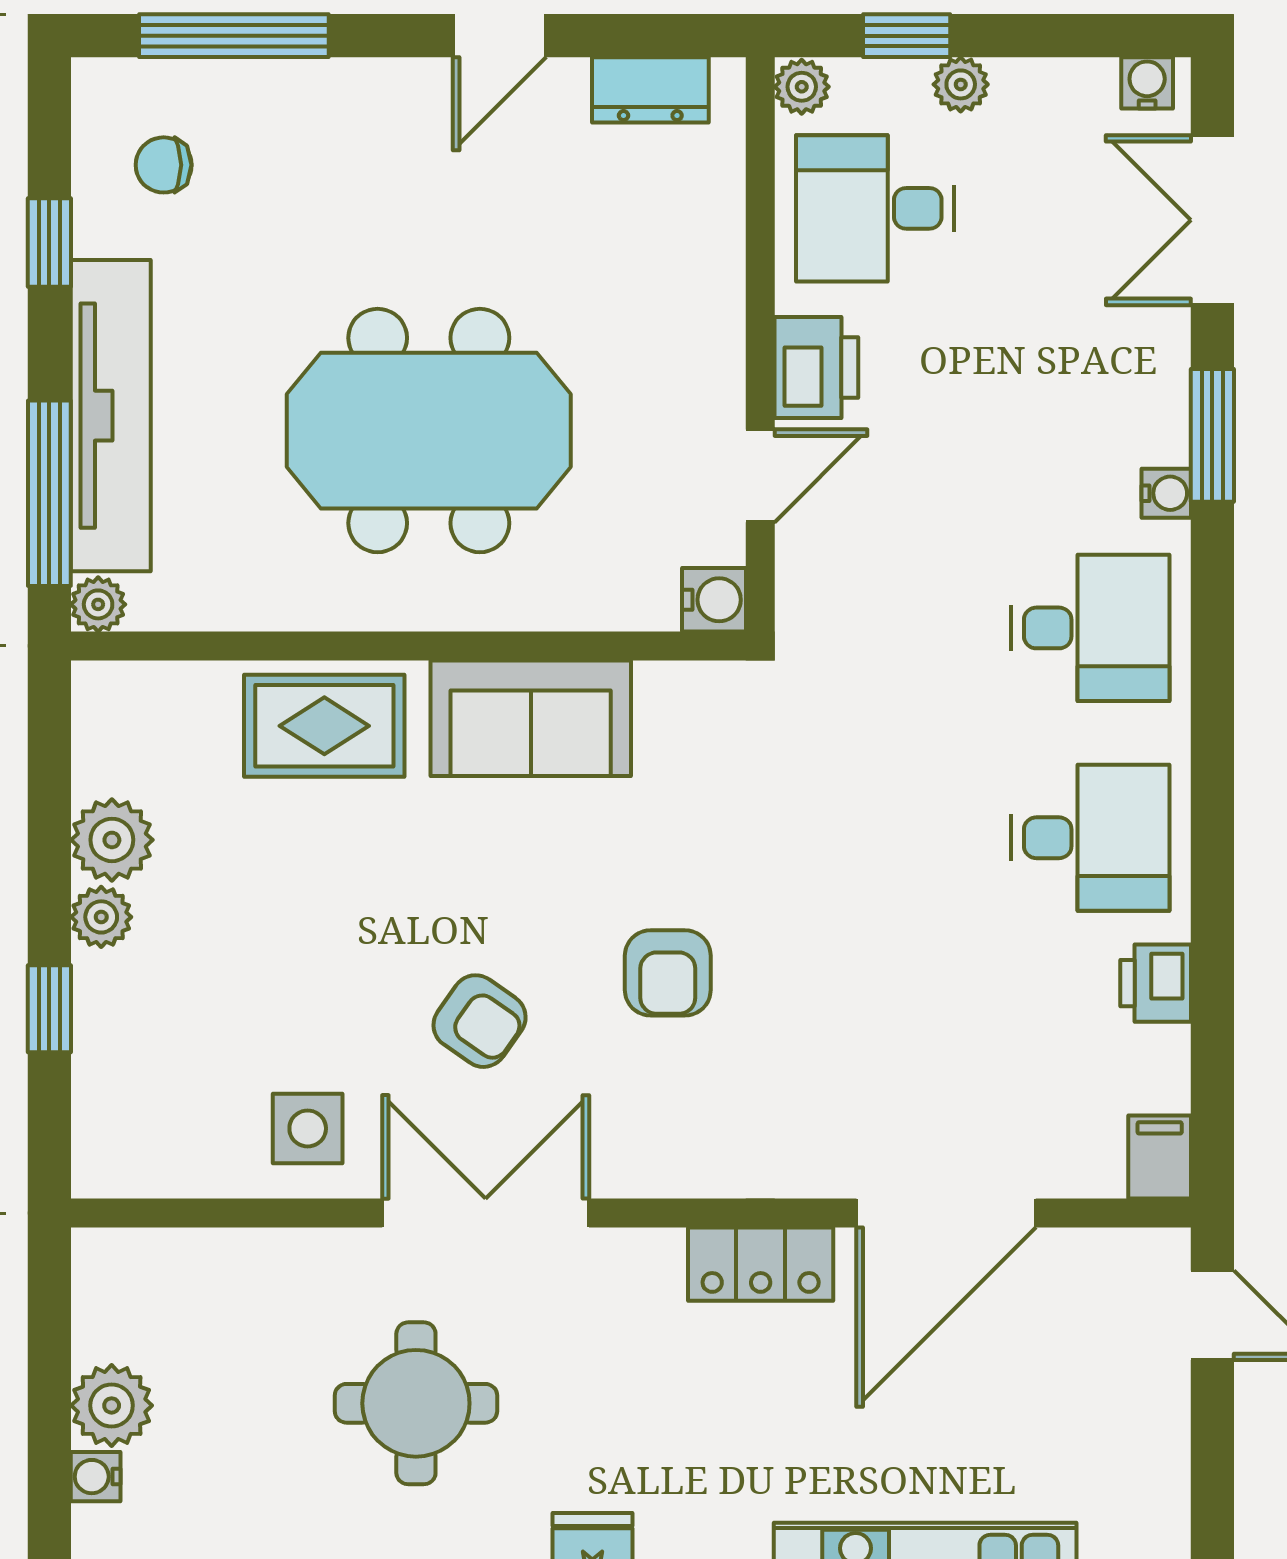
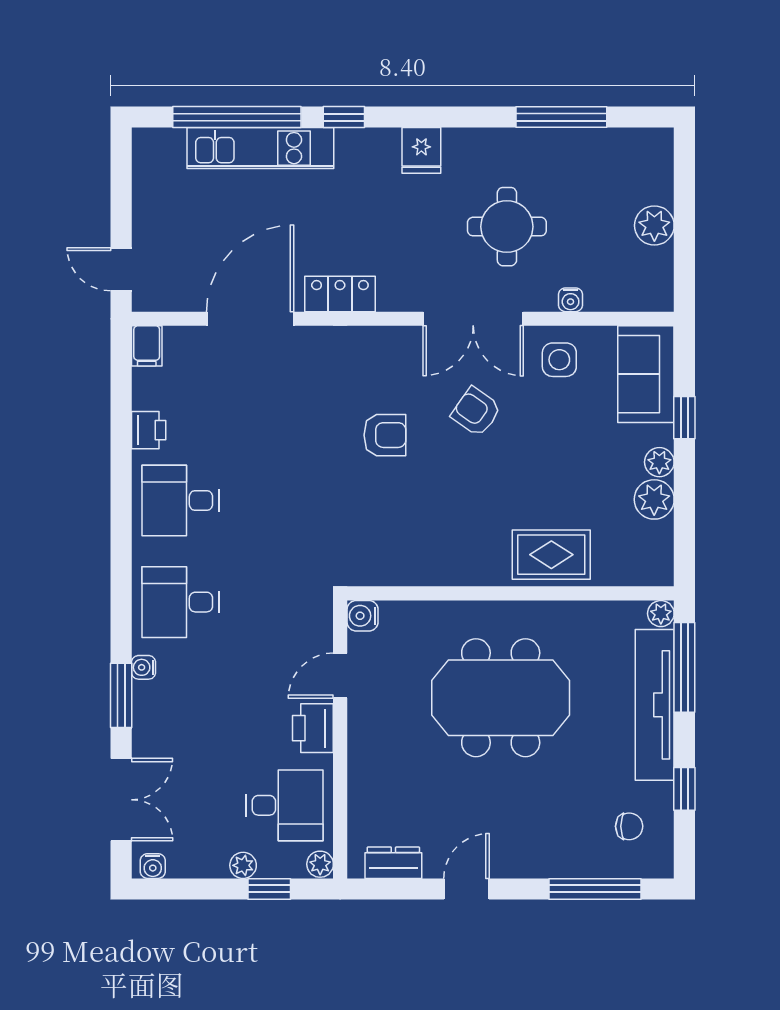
sofa: (531, 718) -> (646, 374), moved, turned -90
armchair: (668, 973) -> (385, 435), turned 90
water cooler: (96, 1477) -> (571, 300), moved, turned 90

